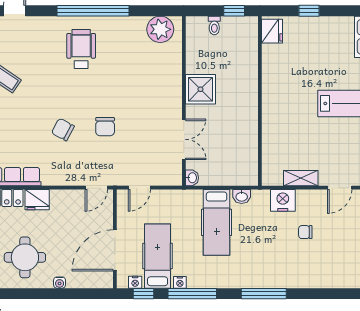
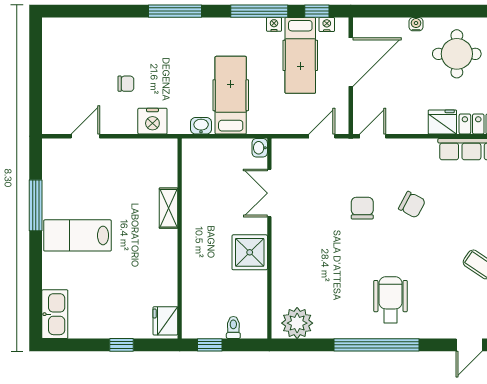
wheelchair: (81, 49) -> (390, 300), turned 180
shelving: (301, 178) -> (168, 208), moved, turned 90

